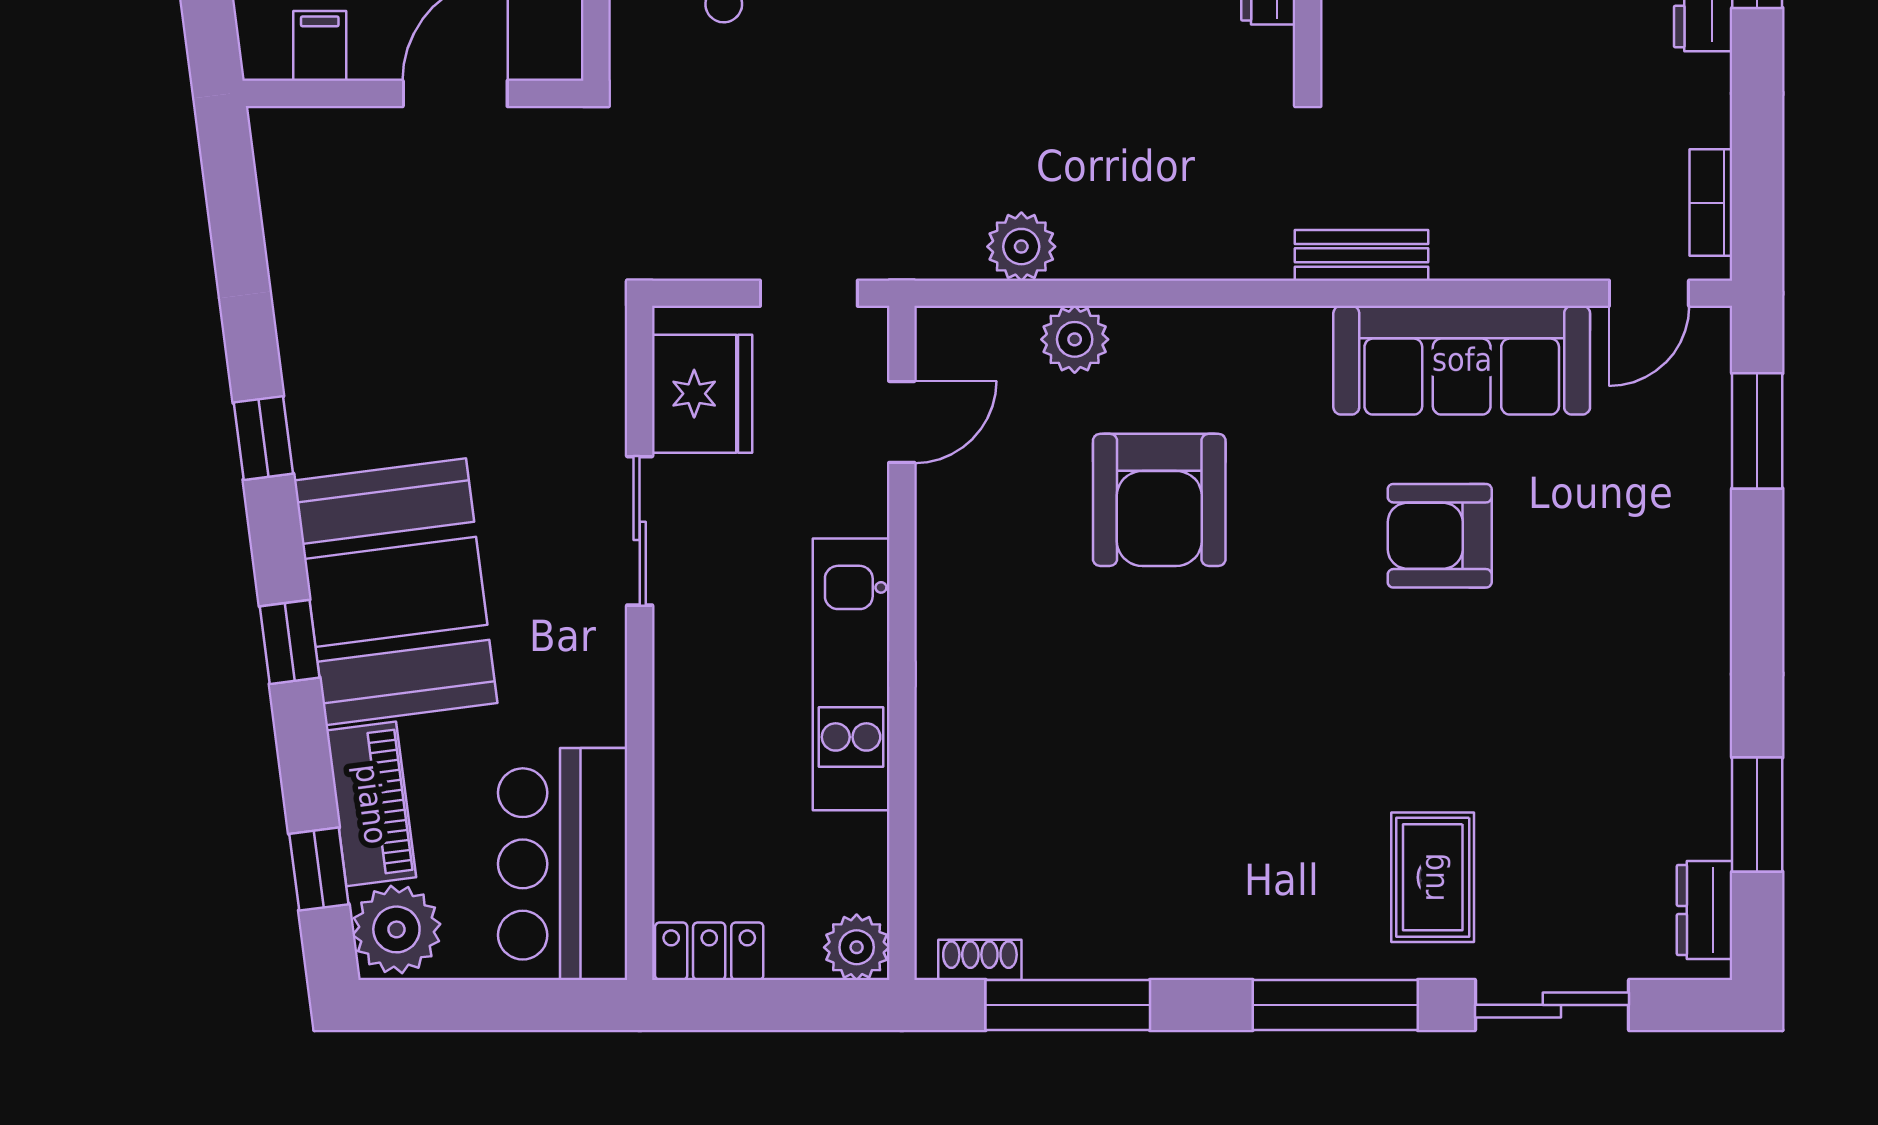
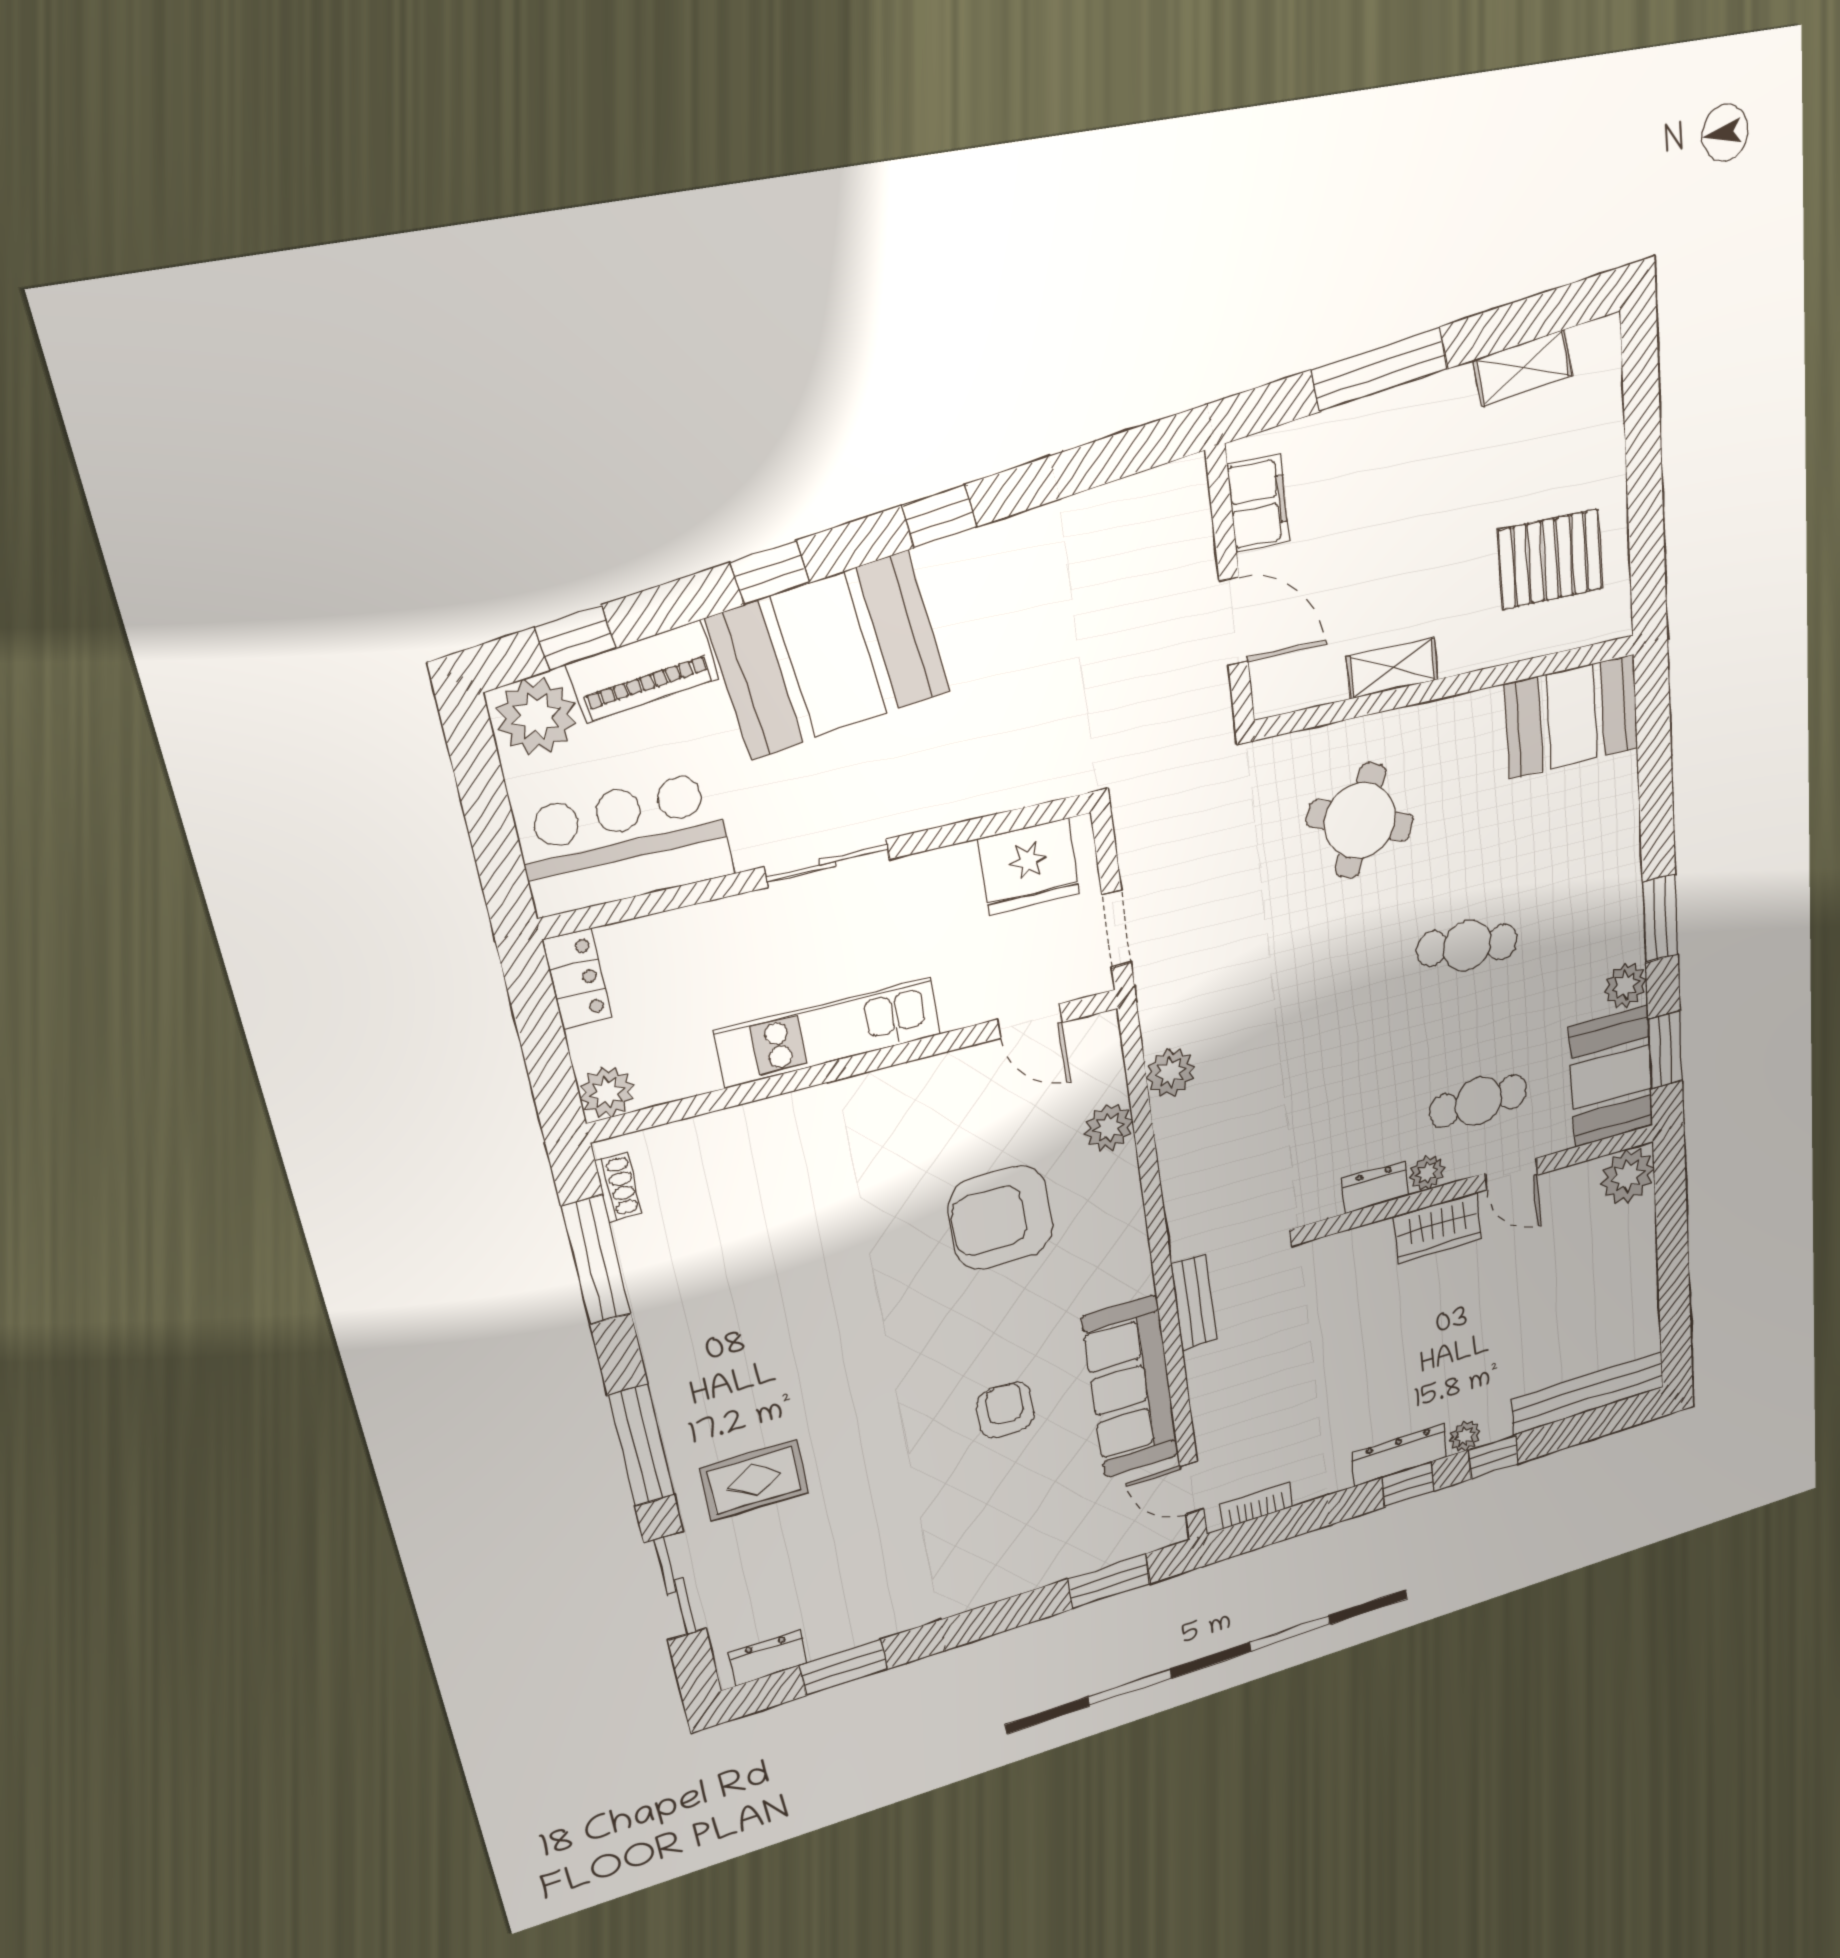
filing cabinet: (320, 46) -> (1258, 503), width x2.00
sliding door: (640, 531) -> (827, 863), moved
armchair: (1440, 536) -> (1005, 1410), width x0.72, depth x0.72

